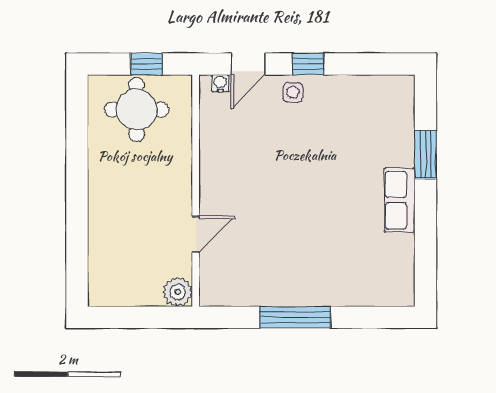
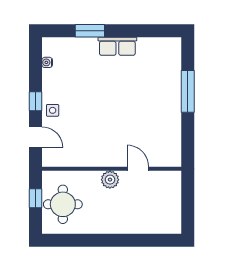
water cooler: (220, 83) -> (47, 62), moved
plant: (178, 292) -> (110, 180), moved
window: (295, 317) -> (188, 91), moved

